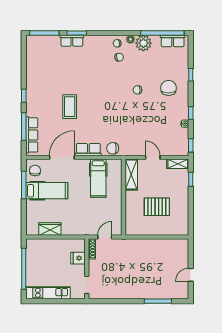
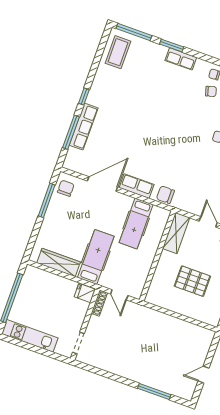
row of seats: (72, 41) -> (181, 59), moved
coffee table: (70, 107) -> (118, 52), moved
row of seats: (32, 135) -> (84, 127), moved
hospital bed: (47, 191) -> (96, 257), moved, turned -90
wardrobe: (50, 229) -> (59, 263), width x1.50
door: (105, 237) -> (119, 295), swing flipped
fridge: (78, 258) -> (85, 293), moved

